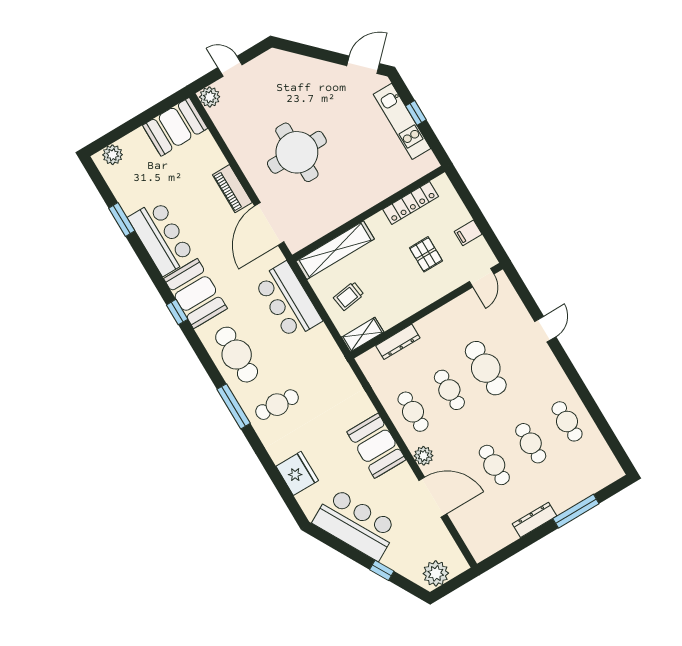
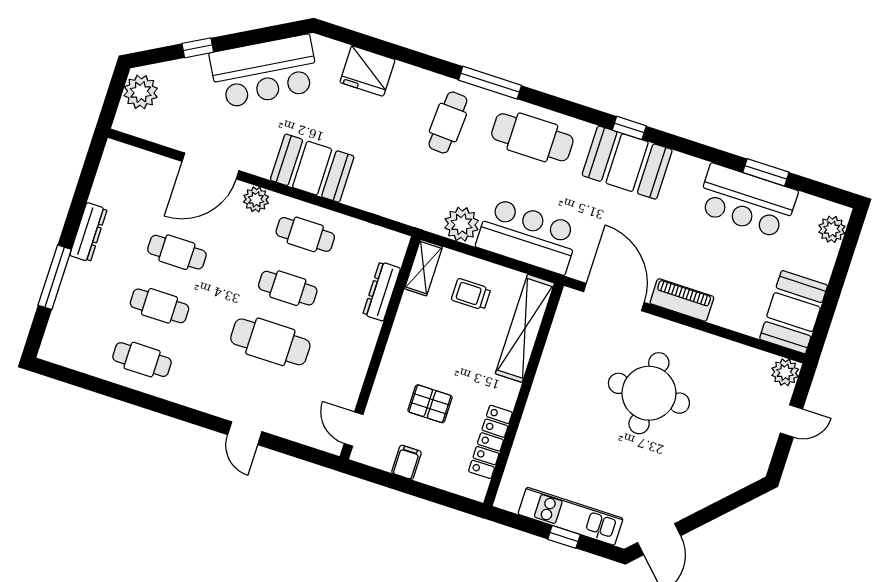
bar counter: (161, 237) -> (747, 201), moved
trolley: (349, 296) -> (471, 294), turned -82
plant: (320, 340) -> (462, 224), added

